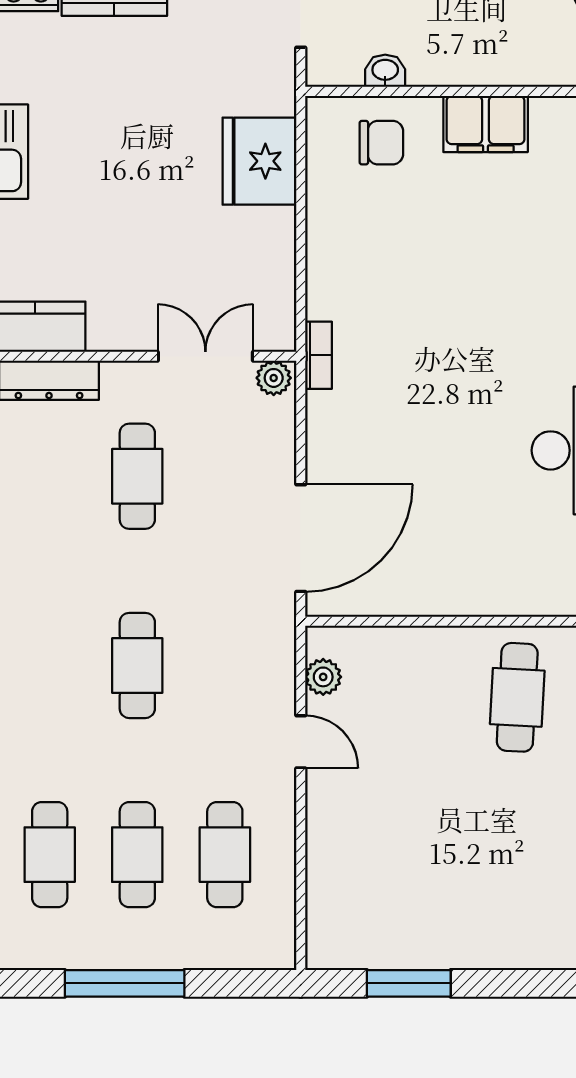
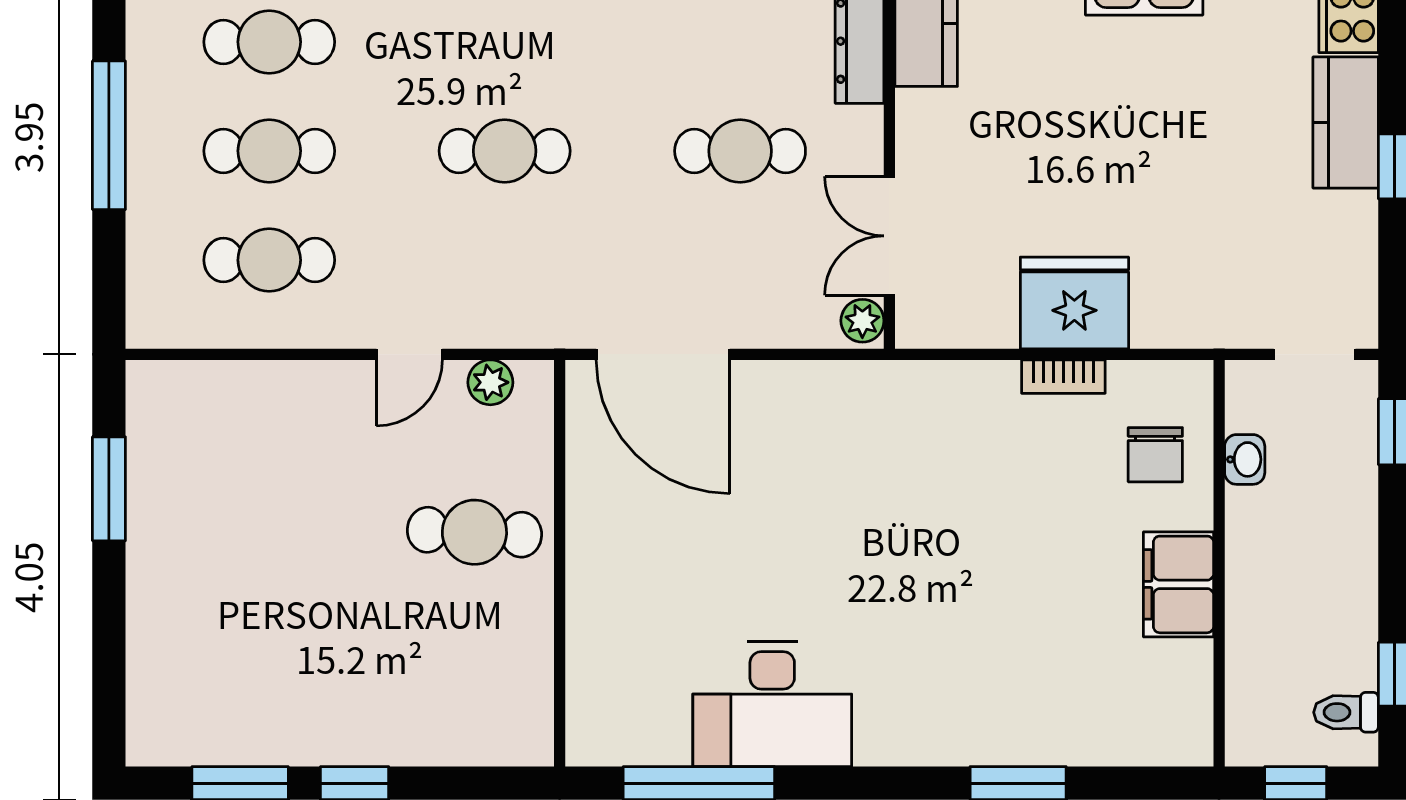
fridge: (259, 161) -> (1074, 303), moved
bookcase: (319, 355) -> (1063, 377), moved
double door: (205, 356) -> (889, 236), swing flipped
cafe table: (517, 697) -> (474, 532), moved

